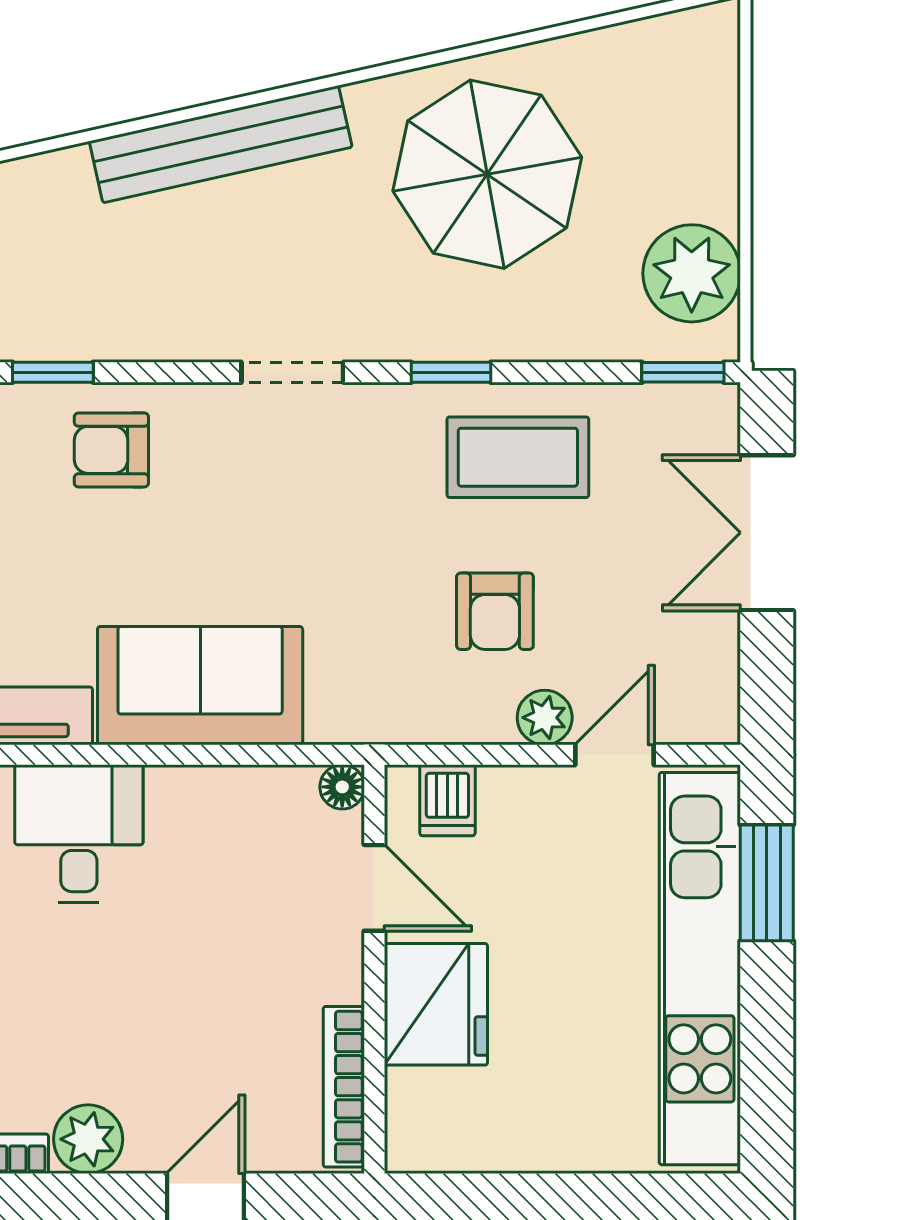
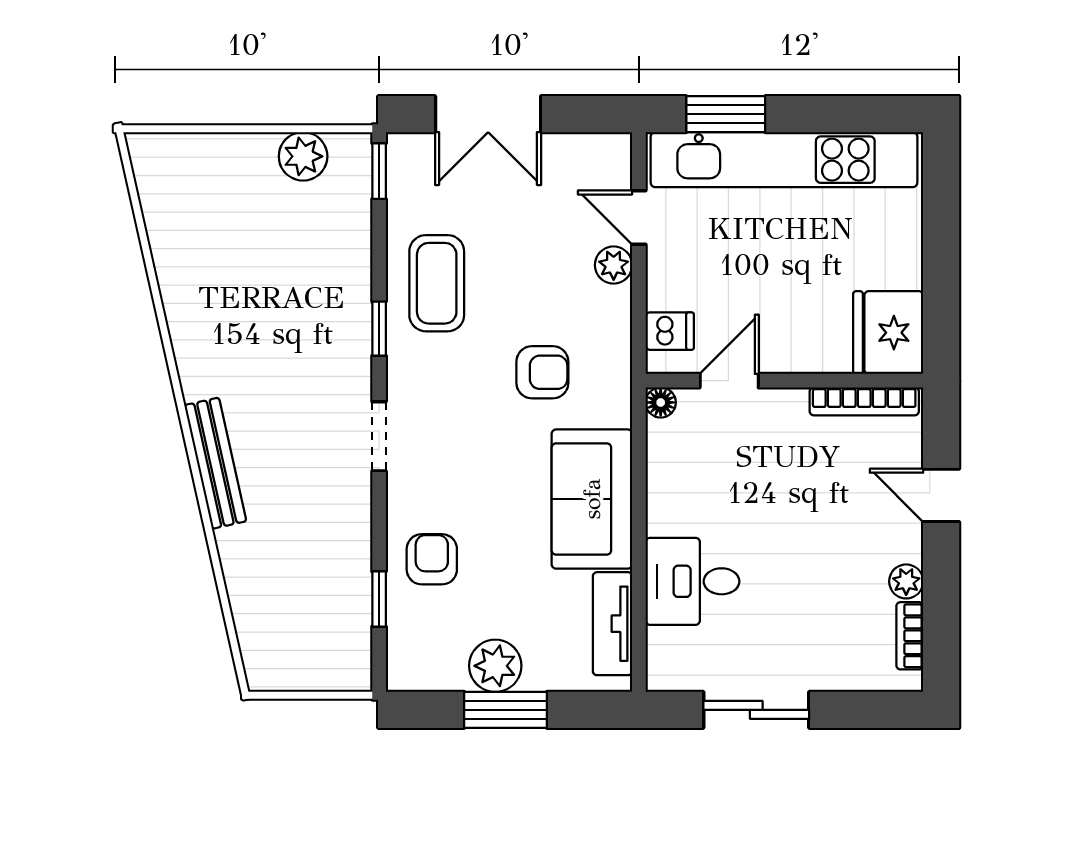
bench: (221, 144) -> (215, 463), width x0.73, depth x0.82
parasol: (487, 174) -> (245, 304), removed
plant: (692, 273) -> (303, 156), width x0.73, depth x0.73
armchair: (111, 450) -> (432, 559), turned 180
armchair: (495, 611) -> (542, 372), moved
fridge: (436, 1004) -> (888, 333), moved, turned -90
plant: (88, 1139) -> (906, 581), width x0.73, depth x0.73

